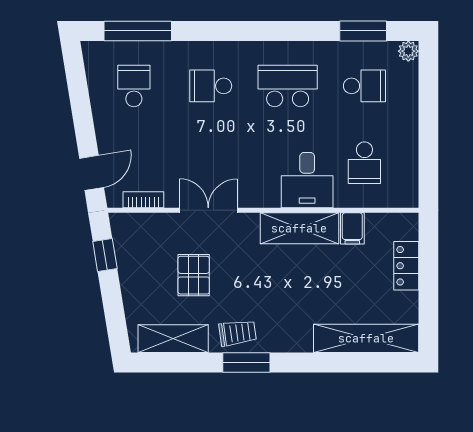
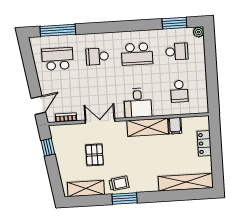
school desk: (134, 86) -> (57, 59), width x1.85
school desk: (288, 86) -> (137, 54), turned 180
desk: (307, 180) -> (138, 103), moved

